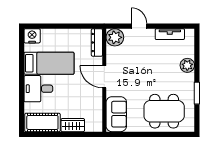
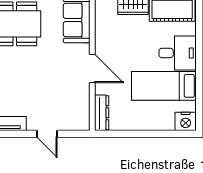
plant: (115, 37) -> (78, 119), removed

